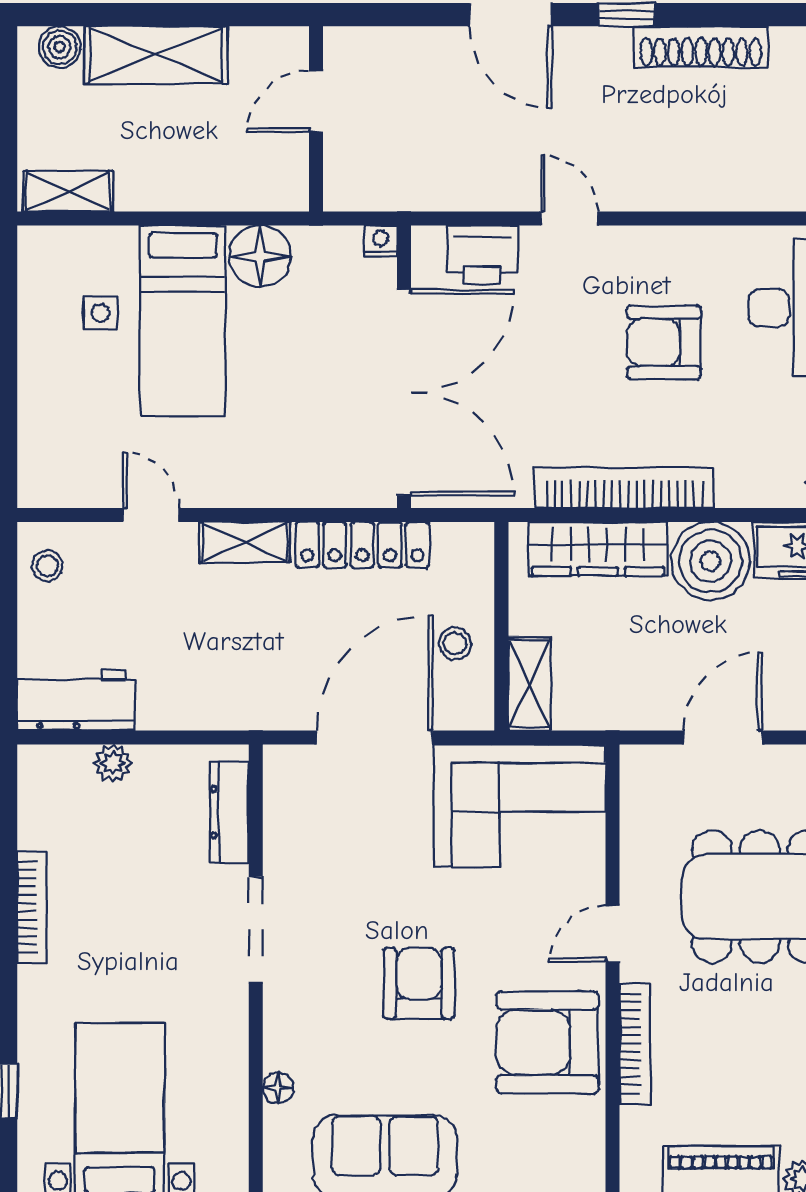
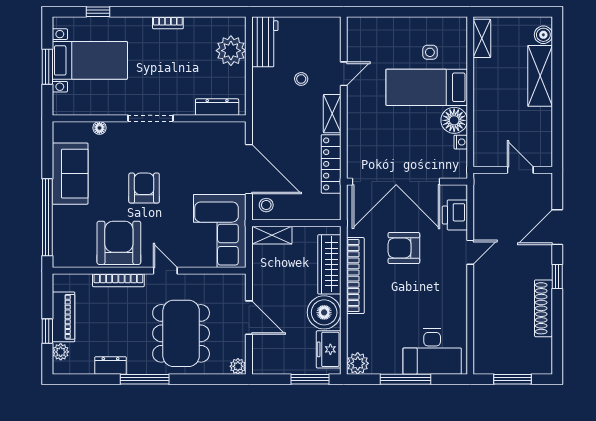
door: (316, 101) -> (520, 170), moved
wall: (316, 119) -> (513, 170), moved
nightstand: (381, 241) -> (461, 142), moved
armchair: (664, 342) -> (404, 248), moved, turned -90
stool: (47, 566) -> (301, 79), moved
stool: (455, 643) -> (266, 205), moved
plant: (113, 763) -> (231, 51), width x1.88, depth x1.88
bookcase: (31, 907) -> (168, 23), width x0.64
doorway: (256, 930) -> (151, 118), moved
armchair: (419, 983) -> (144, 188), turned -90

